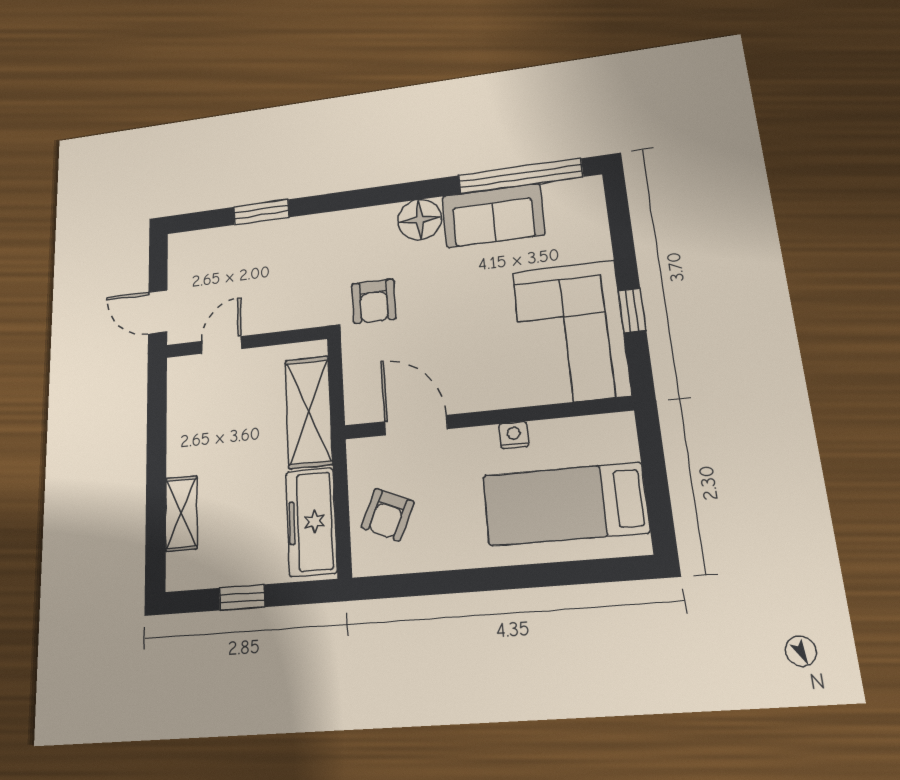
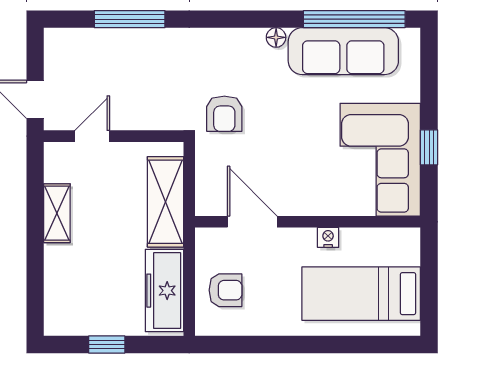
window: (261, 212) -> (130, 19), width x1.44
sofa: (493, 215) -> (343, 51), width x1.36
floor lamp: (420, 220) -> (276, 37), width x0.53, depth x0.53
shelving: (181, 513) -> (57, 213), moved
armchair: (388, 515) -> (225, 290), turned -114

